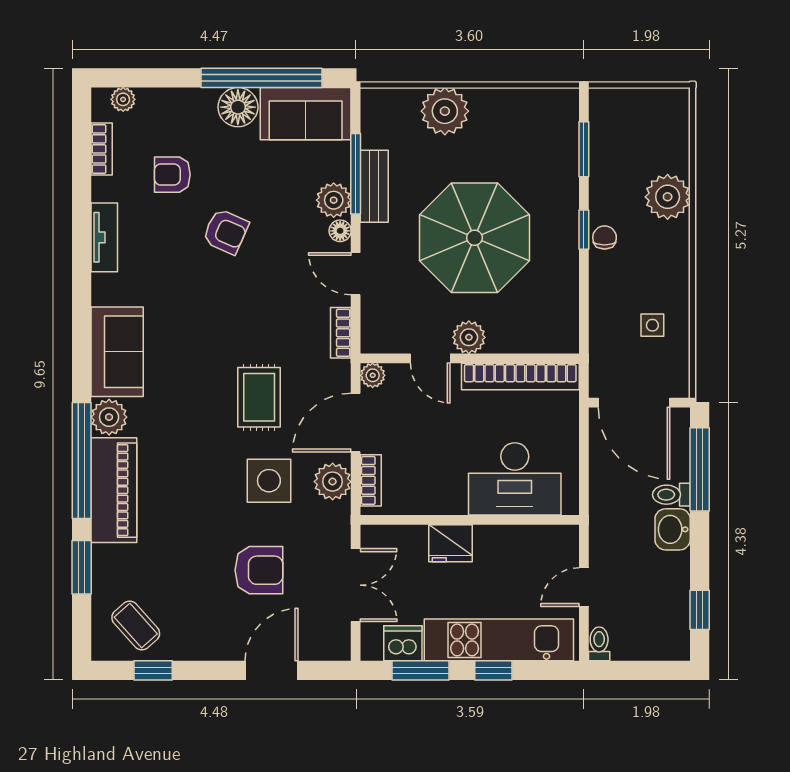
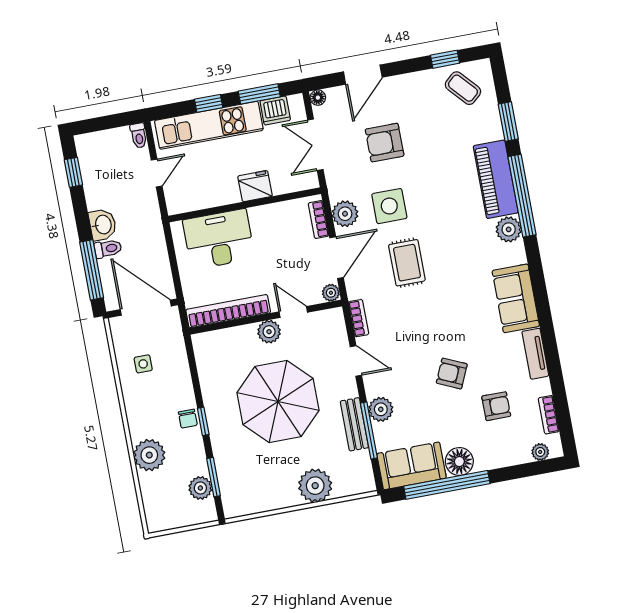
plant: (605, 138) -> (200, 488), added
floor lamp: (340, 231) -> (318, 98), moved
sofa: (117, 352) -> (516, 298), moved

